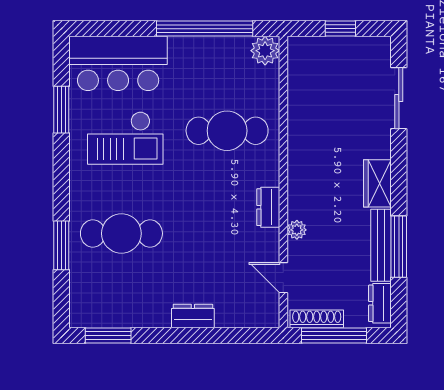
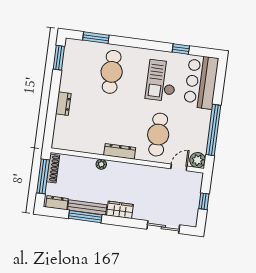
window: (61, 110) -> (181, 49), width x0.67
dresser: (268, 207) -> (120, 151), width x1.44
window: (61, 245) -> (96, 38), moved
door: (283, 278) -> (179, 167), moved

